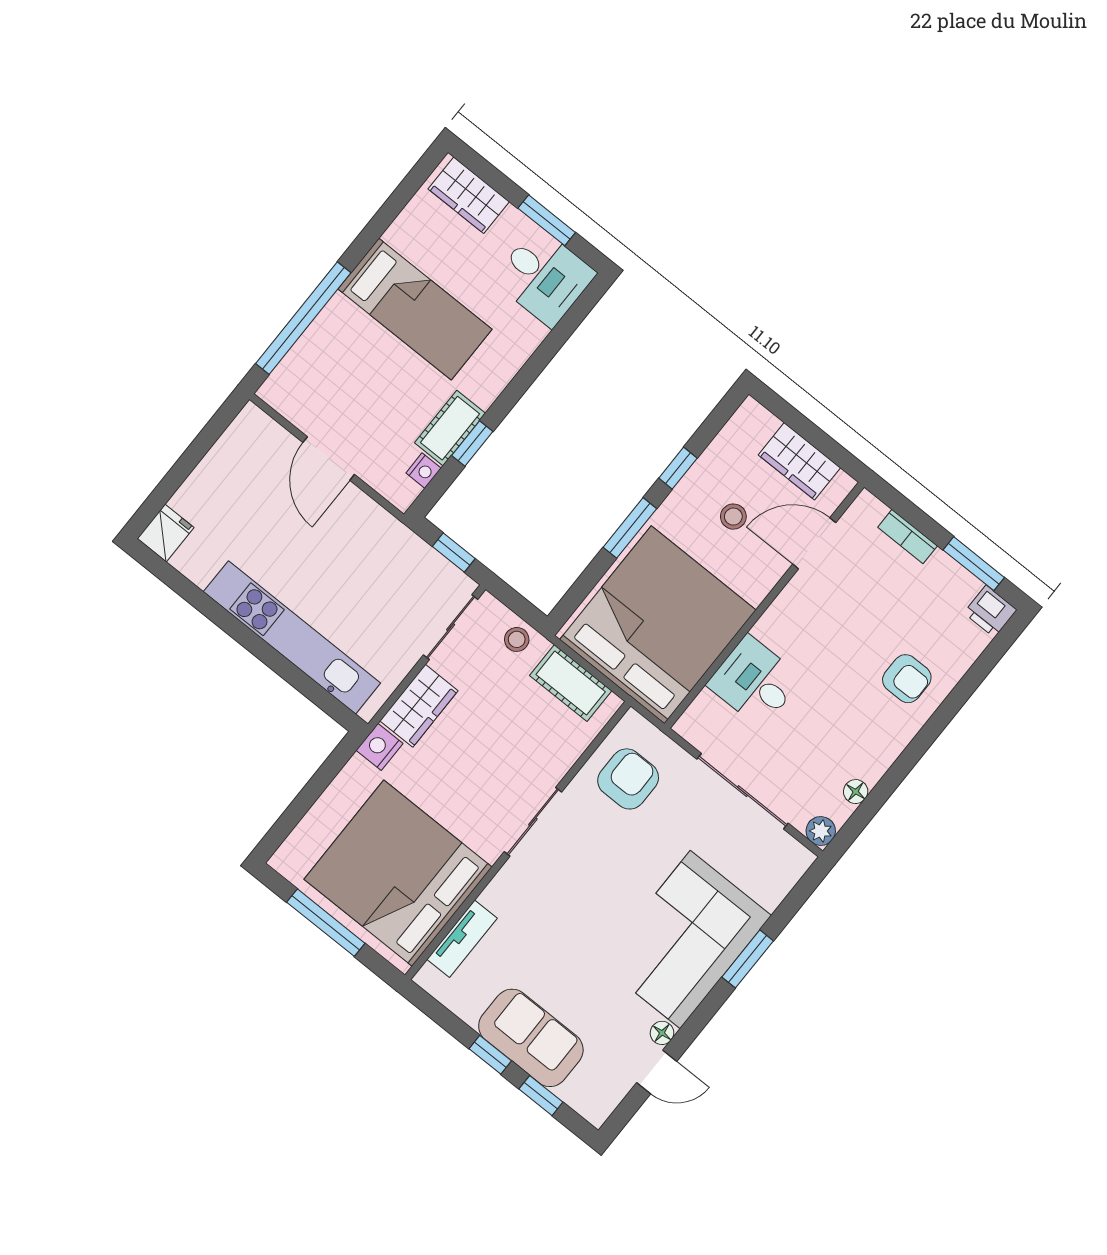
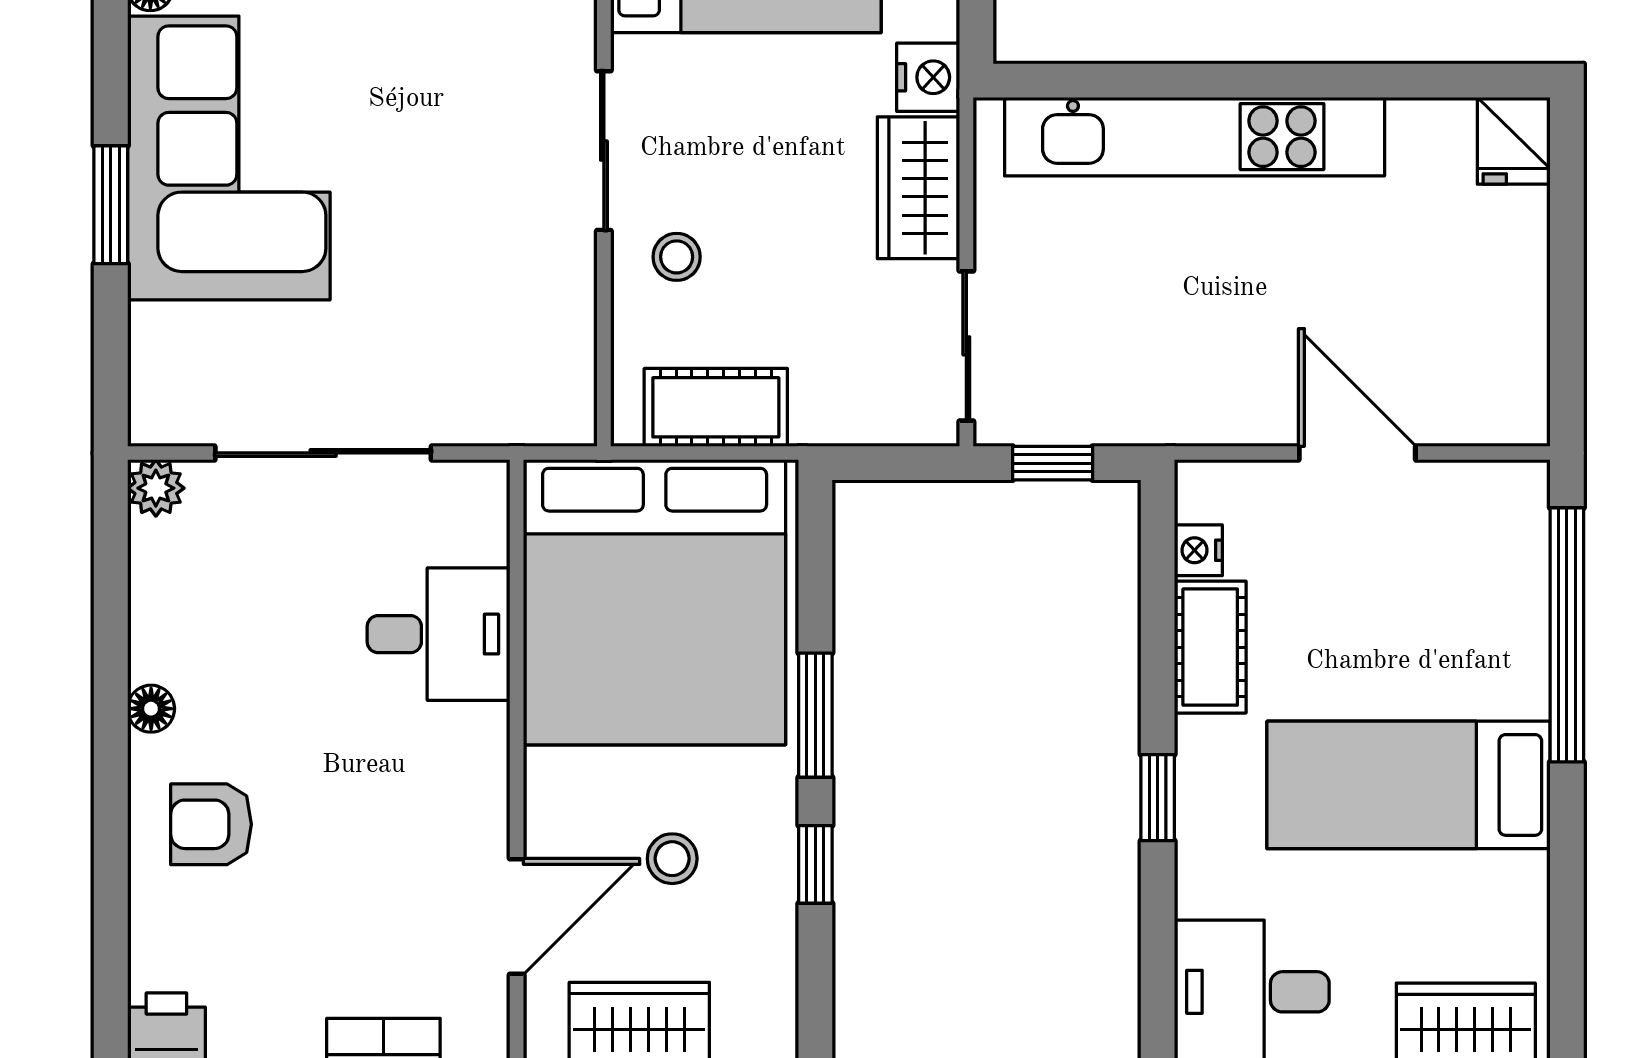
window: (472, 443) -> (1158, 798), moved
stool: (517, 639) -> (677, 257), moved
armchair: (628, 779) -> (512, 332), removed
floor lamp: (856, 792) -> (151, 709), moved

